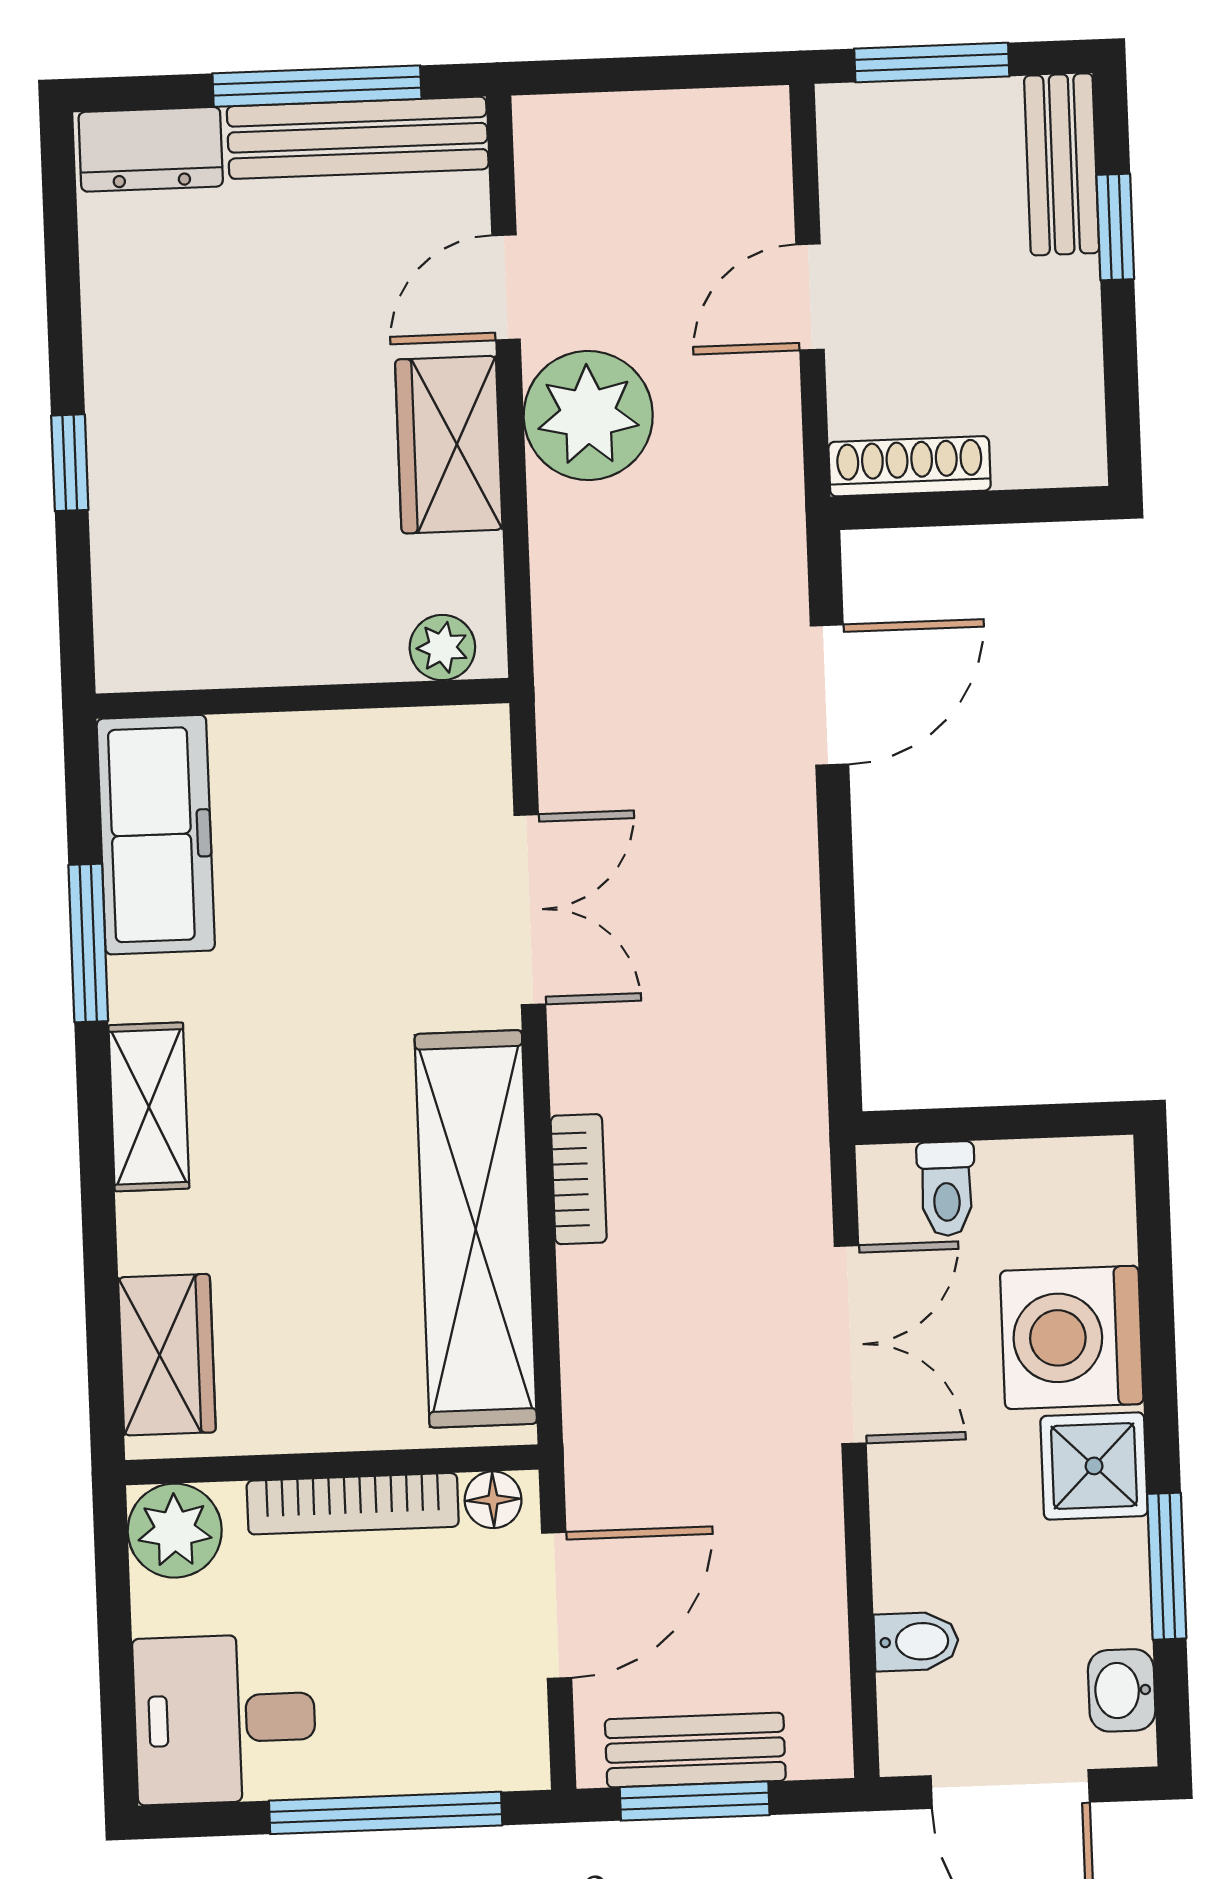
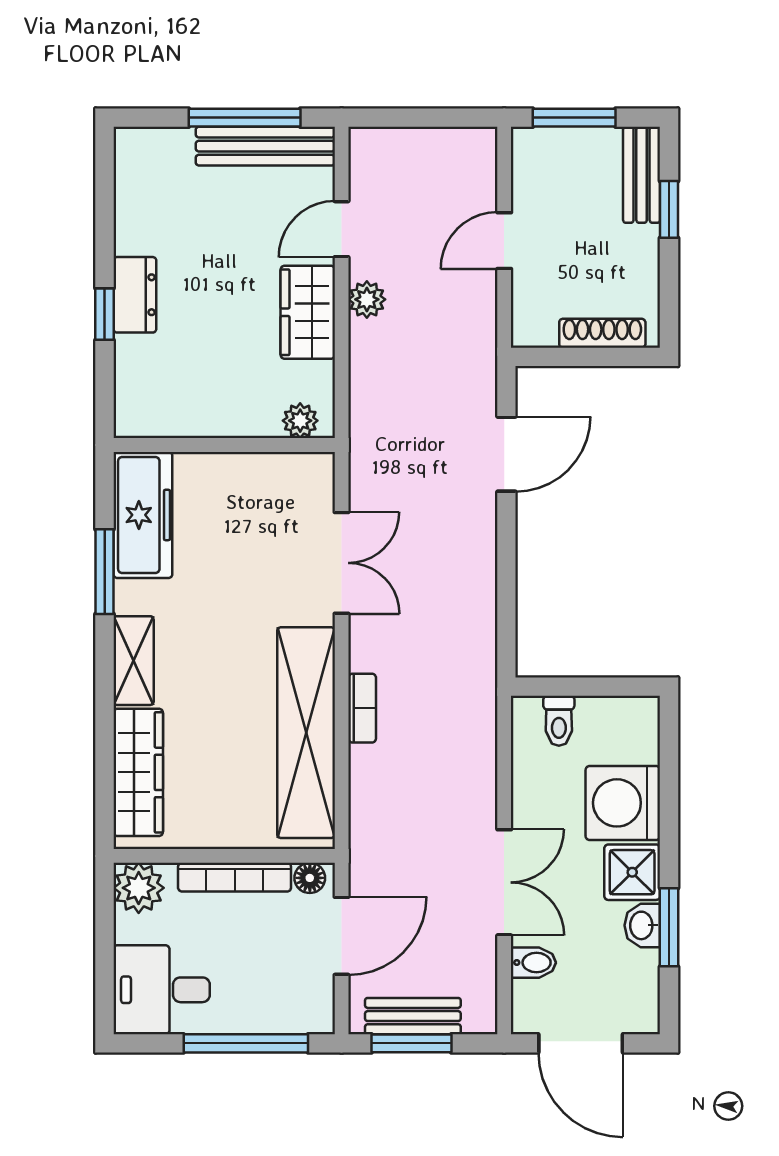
dresser: (151, 149) -> (135, 295), moved, turned -90
plant: (588, 415) -> (367, 299), width x0.53, depth x0.53
shoe rack: (910, 466) -> (602, 333), moved
double door: (850, 1345) -> (504, 882), moved
wardrobe: (167, 1355) -> (138, 772), width x1.50
washbasin: (1122, 1690) -> (642, 925), moved

